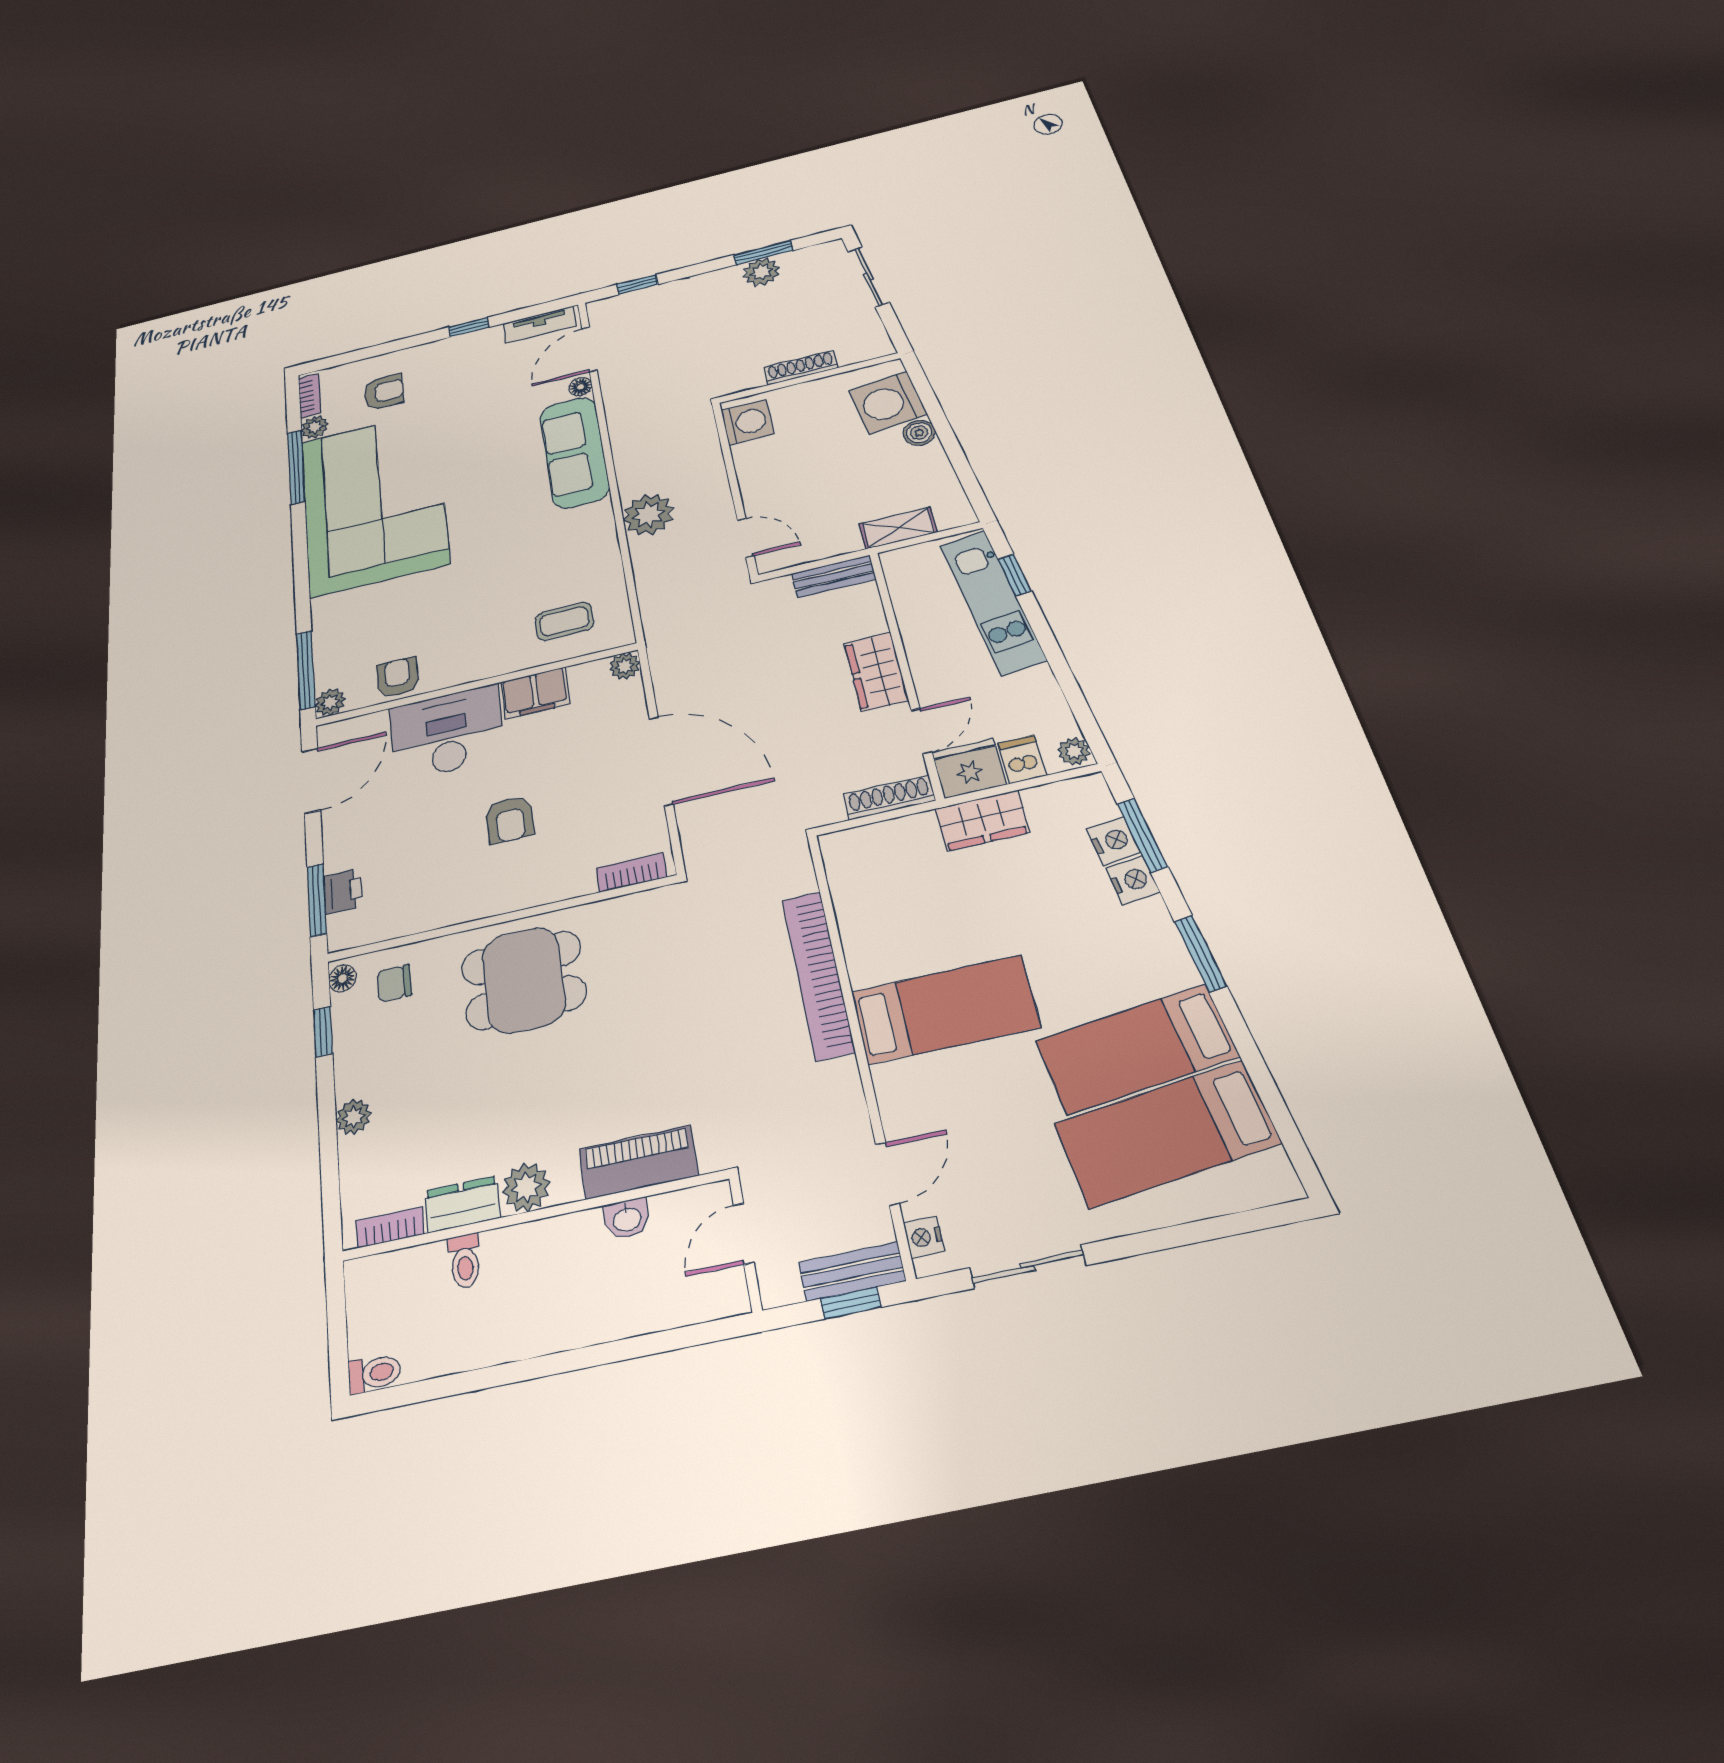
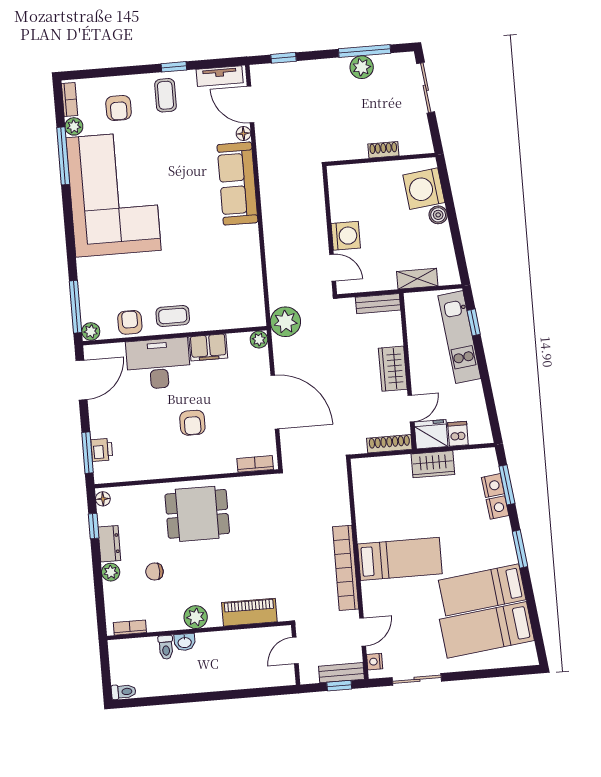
window: (763, 253) -> (365, 51), width x1.44
door: (589, 349) -> (250, 105), hinge flipped
coffee table: (456, 363) -> (166, 95), added
shoe rack: (801, 368) -> (383, 150), width x0.70
armchair: (384, 392) -> (119, 108), turned 90
washing machine: (747, 422) -> (346, 236), moved
plant: (648, 515) -> (285, 322), moved
coffee table: (564, 621) -> (173, 316), moved
plant: (1074, 751) -> (484, 434), removed
bookcase: (818, 975) -> (346, 568), moved
chair: (394, 983) -> (154, 572), moved
dresser: (462, 1204) -> (109, 544), moved, turned 90
washbasin: (627, 1219) -> (185, 642), moved

